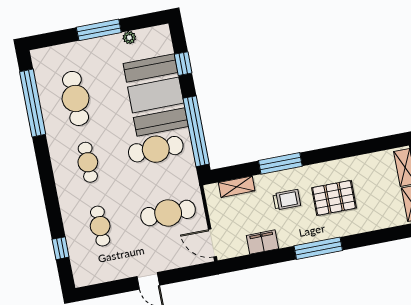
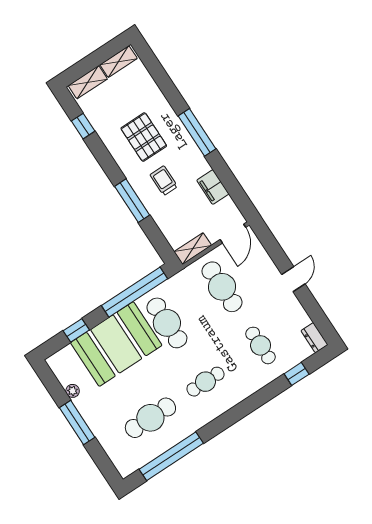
window: (367, 147) -> (83, 126), added
shelving: (237, 187) -> (193, 249), moved, turned 90
cafe table: (100, 226) -> (261, 345), turned 90
dresser: (87, 278) -> (314, 338), added

